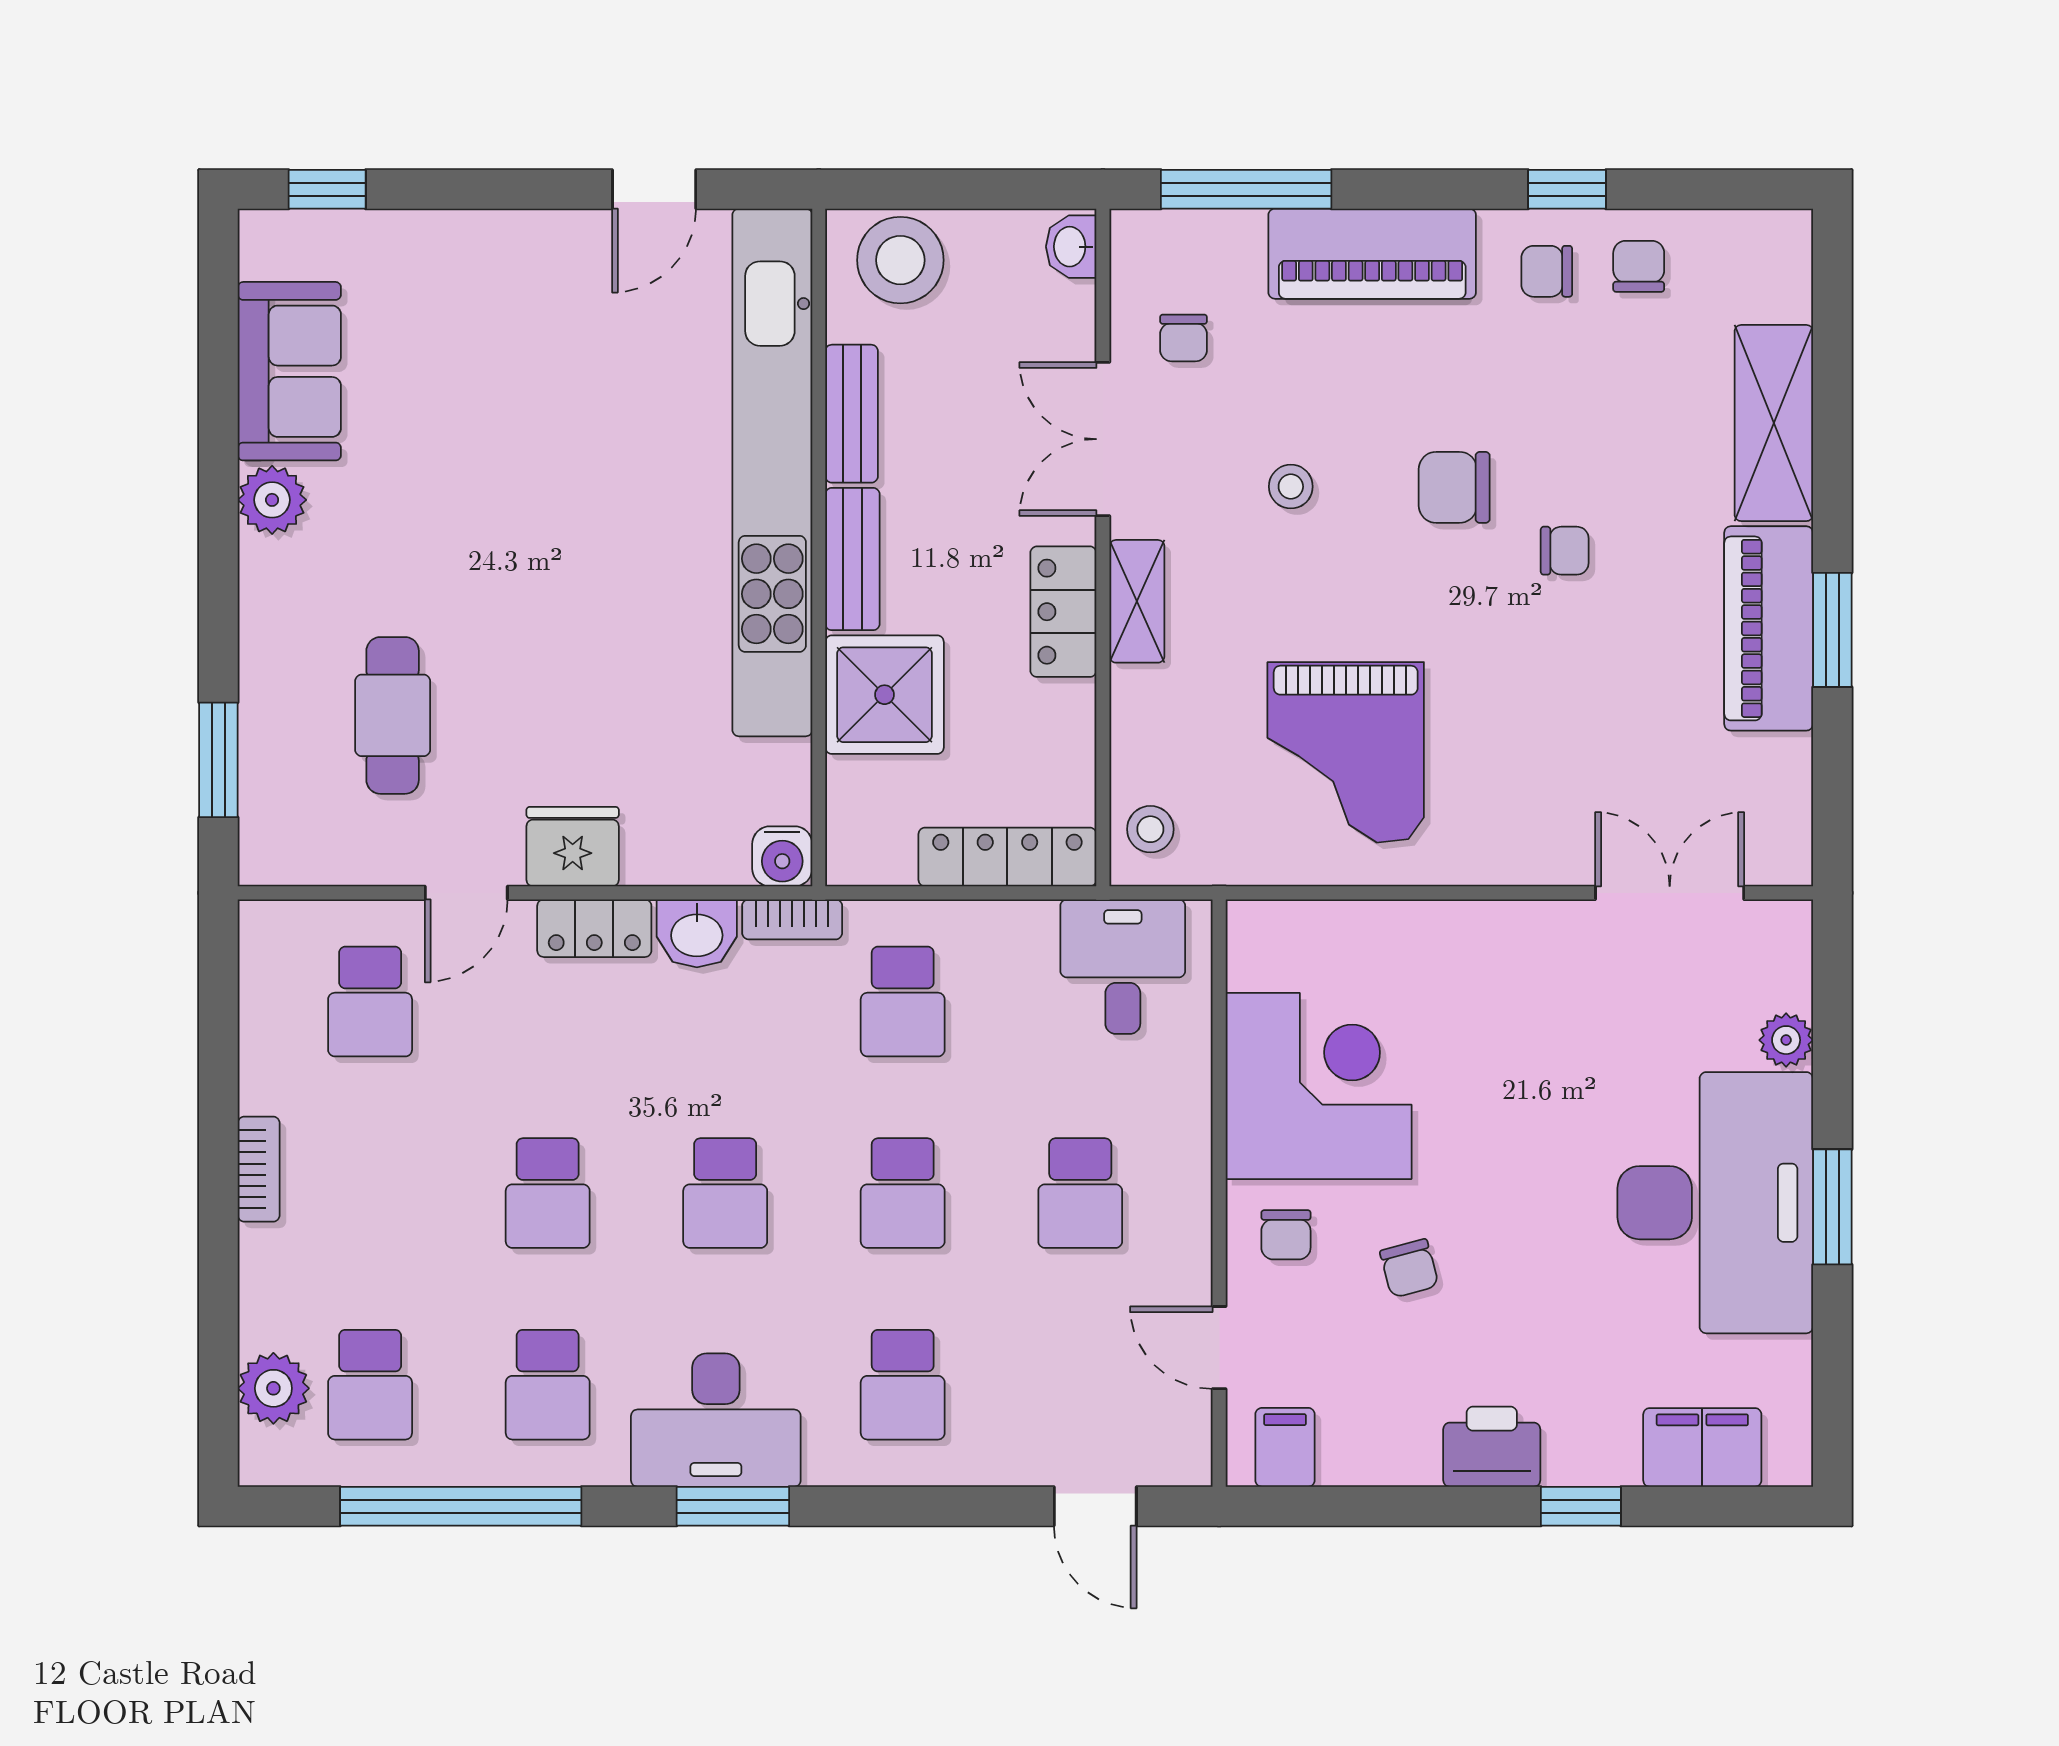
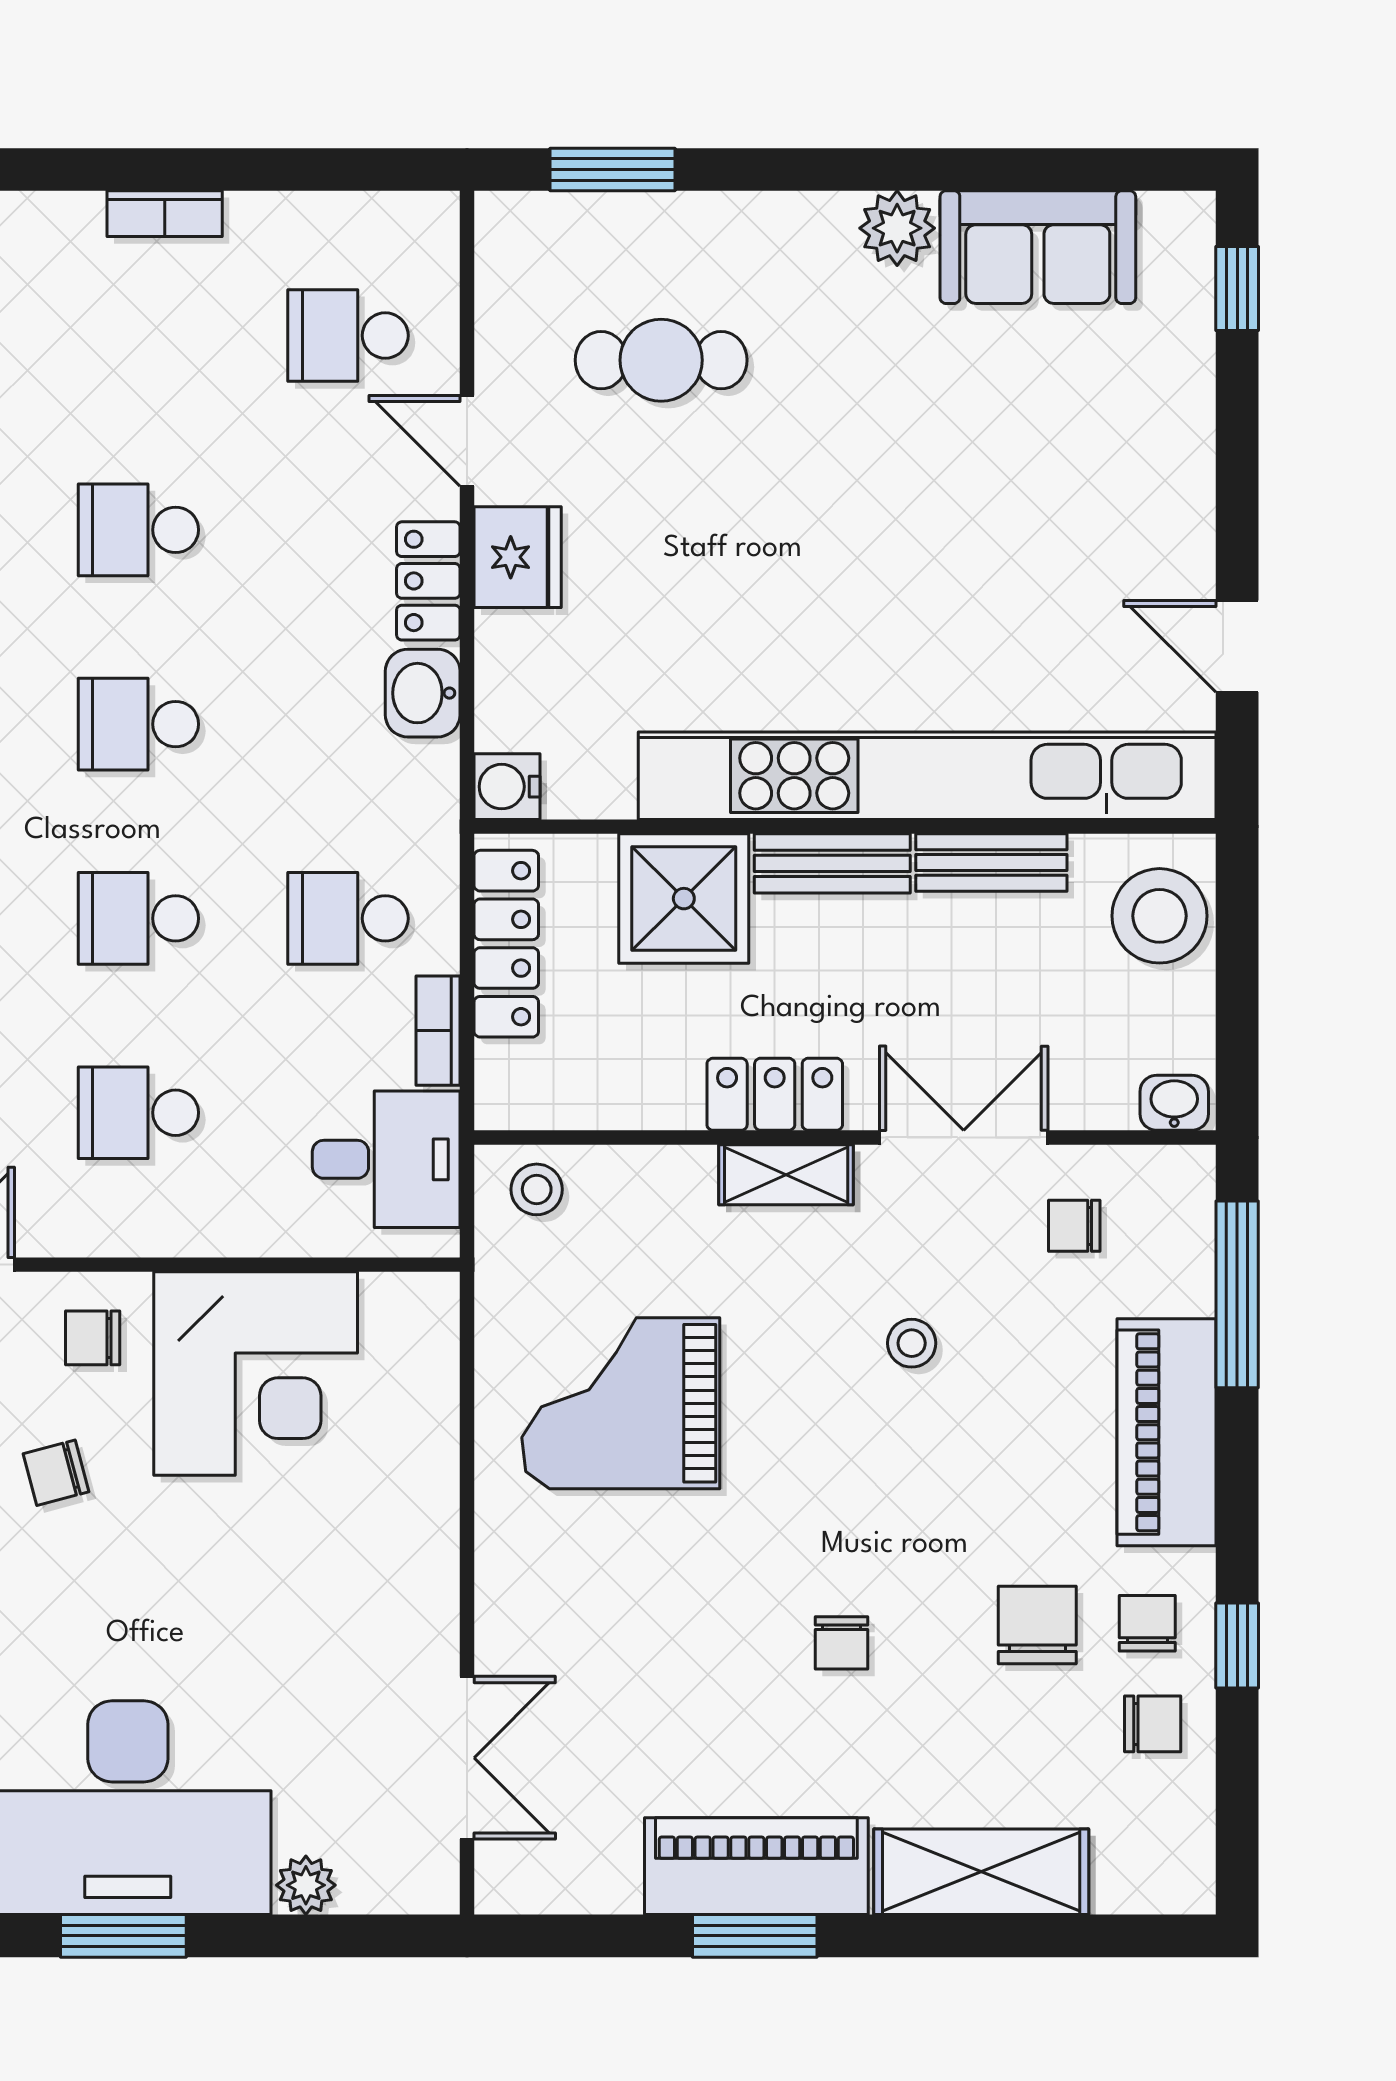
chair: (1454, 487) -> (1037, 1625), moved
locker: (1007, 857) -> (506, 944), moved
bookcase: (792, 919) -> (438, 1031), moved

